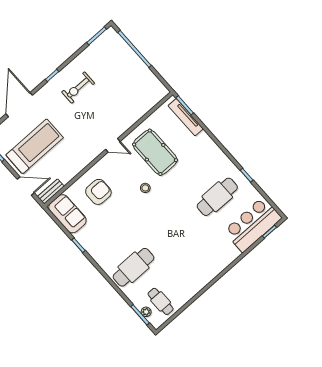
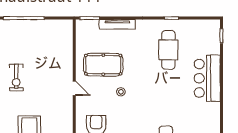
tv unit: (186, 117) -> (117, 24), moved
door: (113, 145) -> (74, 88), hinge flipped
bar counter: (253, 225) -> (207, 78), moved

